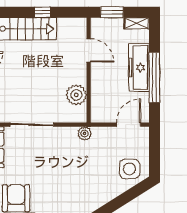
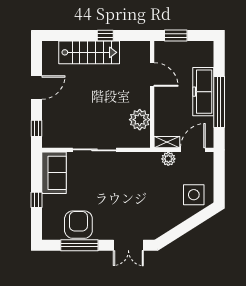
shelving: (137, 23) -> (167, 142), moved
plant: (85, 133) -> (168, 159), moved

